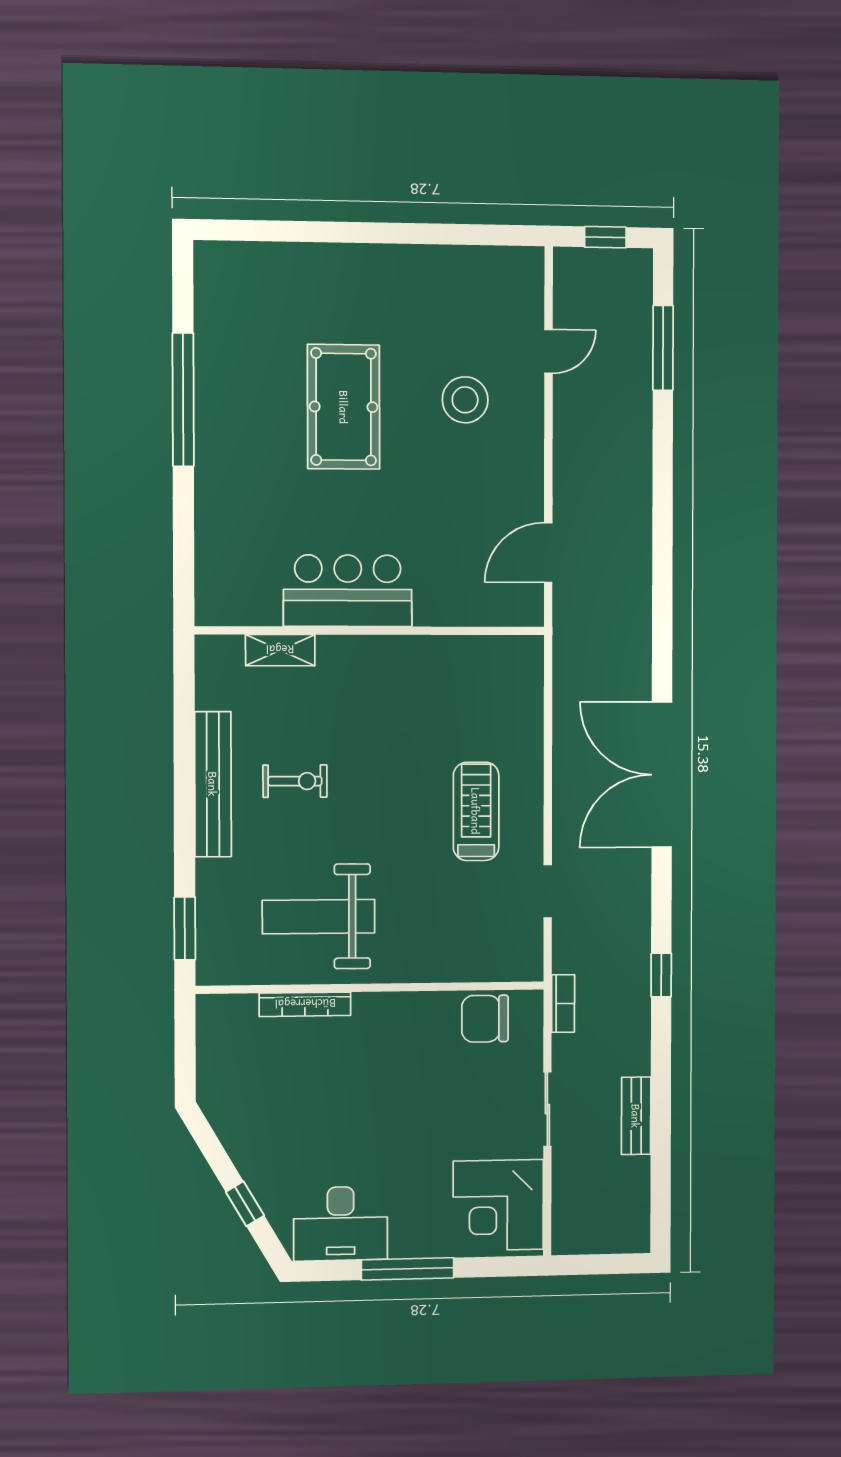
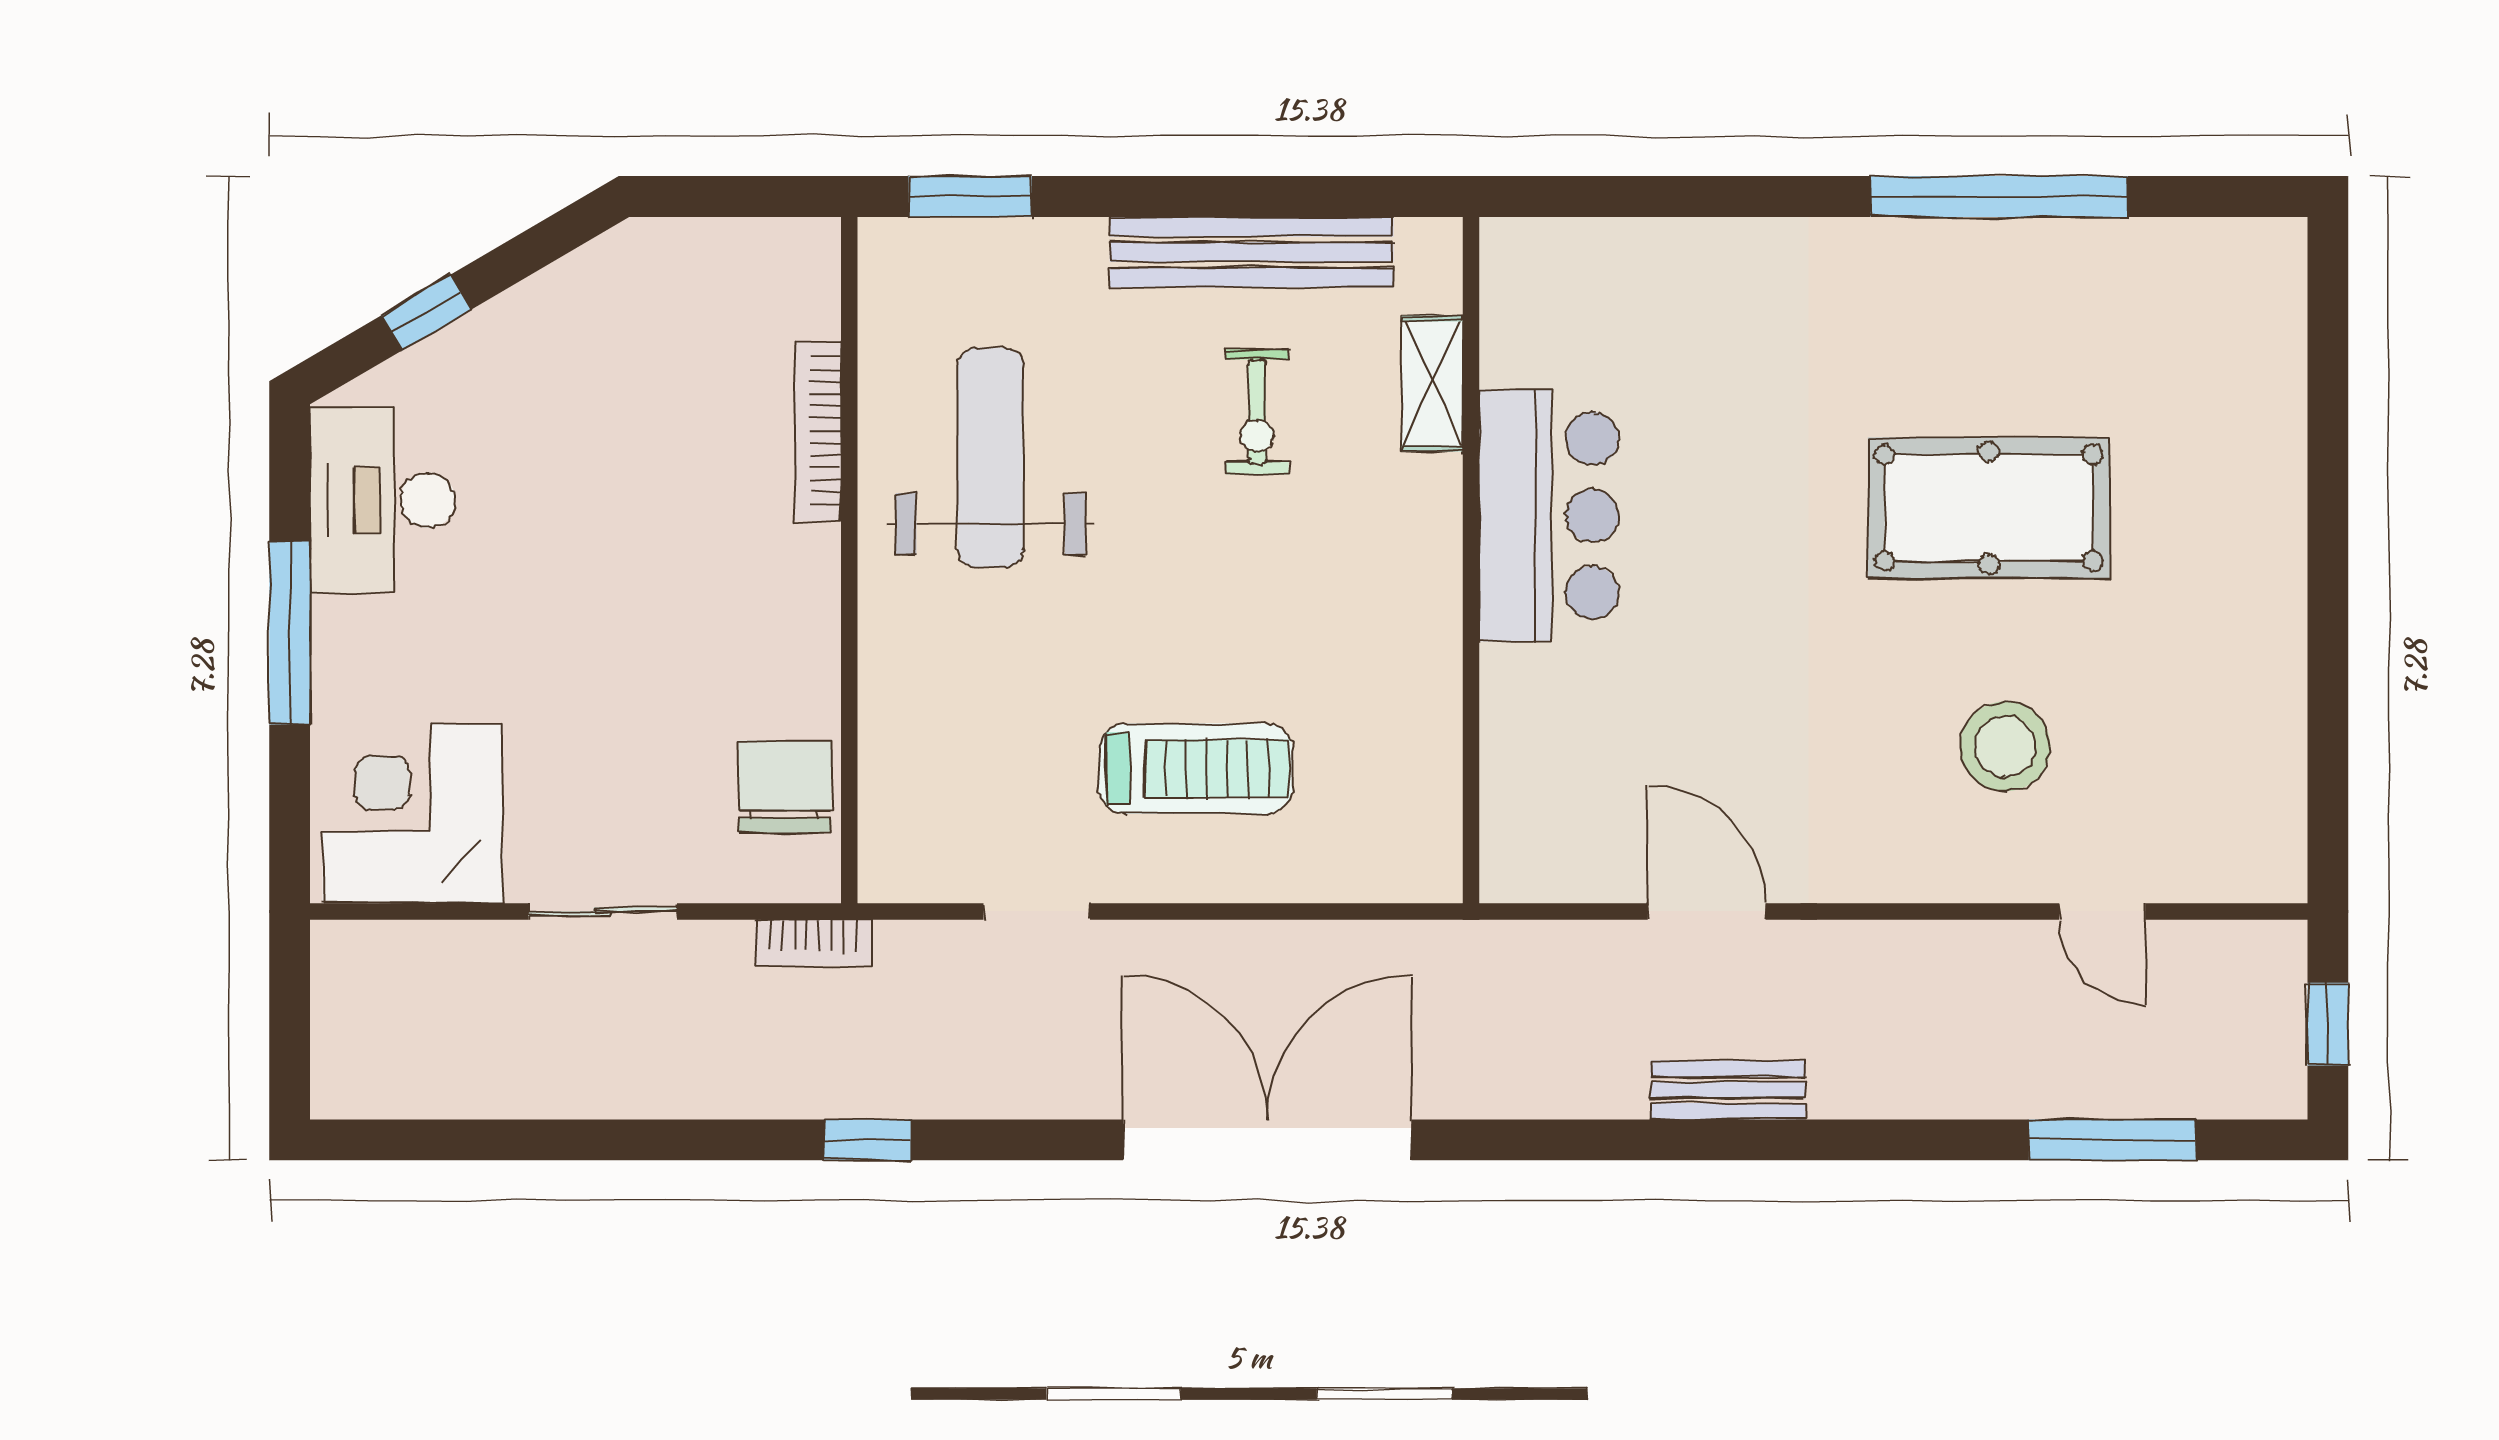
bar counter: (348, 591) -> (1549, 516), moved
wall: (370, 631) -> (1471, 560), moved
shelving: (280, 650) -> (1432, 384), moved
bench: (636, 1116) -> (1728, 1090), moved

